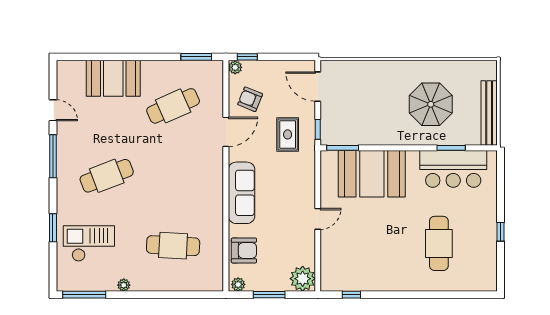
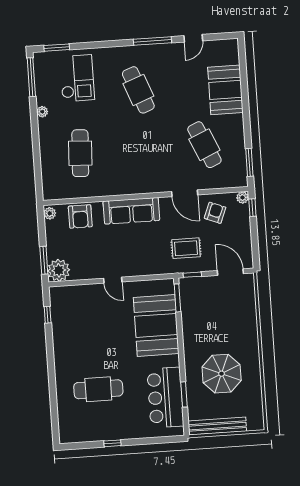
door: (318, 87) -> (230, 272), hinge flipped
window: (53, 228) -> (57, 48), moved
window: (269, 295) -> (44, 260), moved

